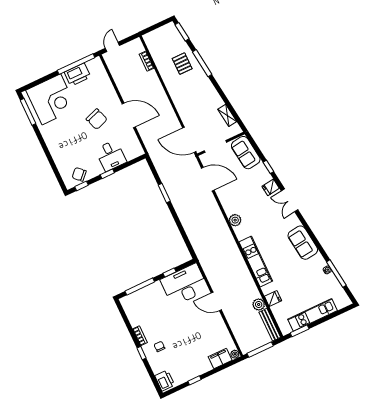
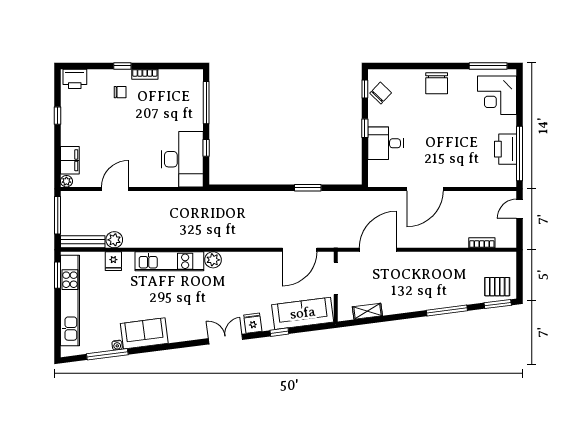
door: (112, 47) -> (520, 209), swing flipped
pallet: (182, 64) -> (497, 287), moved
corner desk: (51, 99) -> (497, 95), width x0.74, depth x0.74
chair: (97, 119) -> (437, 83), moved, turned -71
door: (189, 140) -> (378, 250), moved
sofa: (246, 153) -> (303, 313), width x1.36
plant: (235, 220) -> (213, 260), moved
sofa: (303, 243) -> (144, 333), moved
door: (216, 301) -> (115, 189), moved
kitchen unit: (313, 315) -> (70, 301), width x1.36

